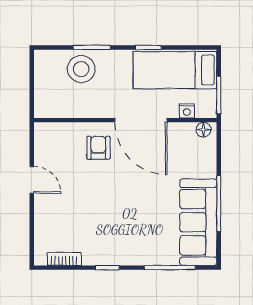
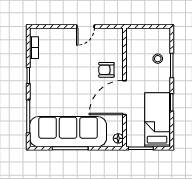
stool: (81, 69) -> (158, 59), width x0.53, depth x0.53
nightstand: (187, 111) -> (130, 128), removed
armchair: (98, 148) -> (106, 70), turned 180
sofa: (198, 222) -> (68, 132), width x1.36, depth x1.27

